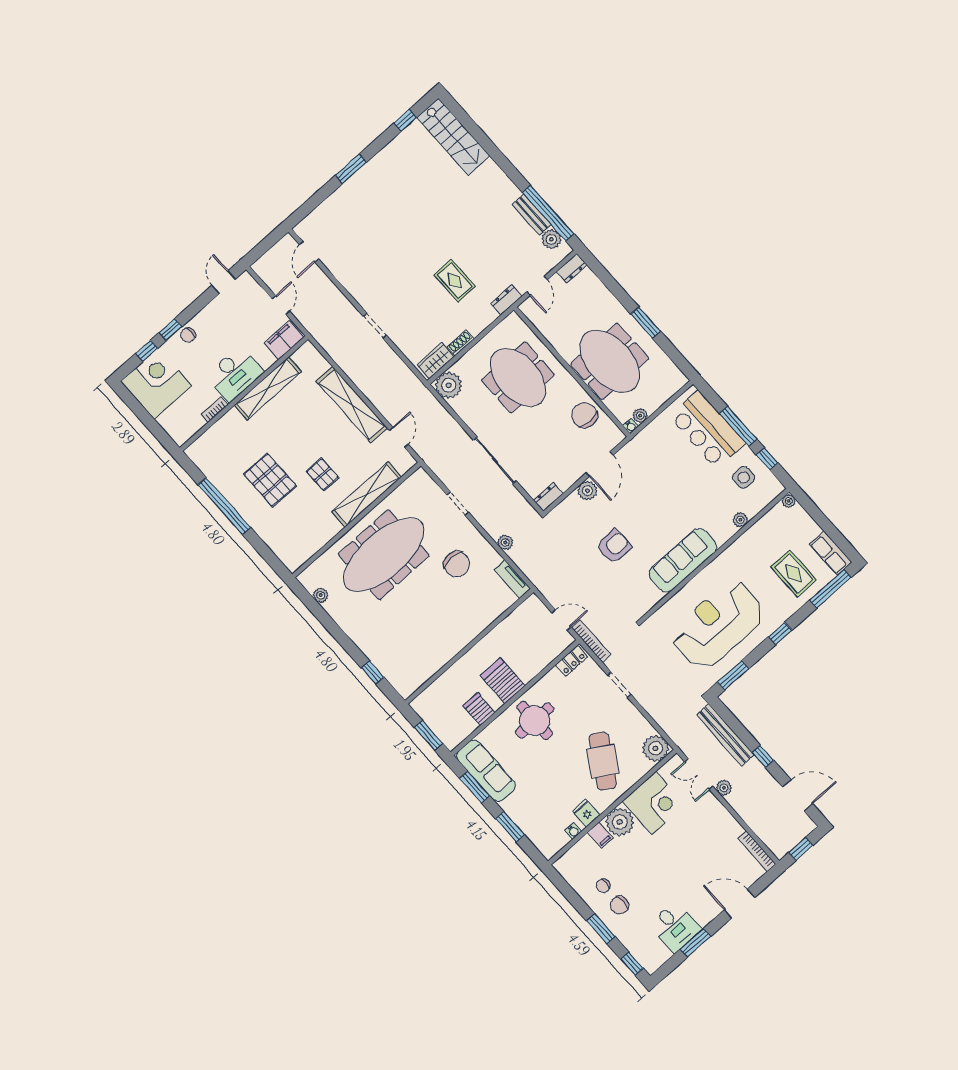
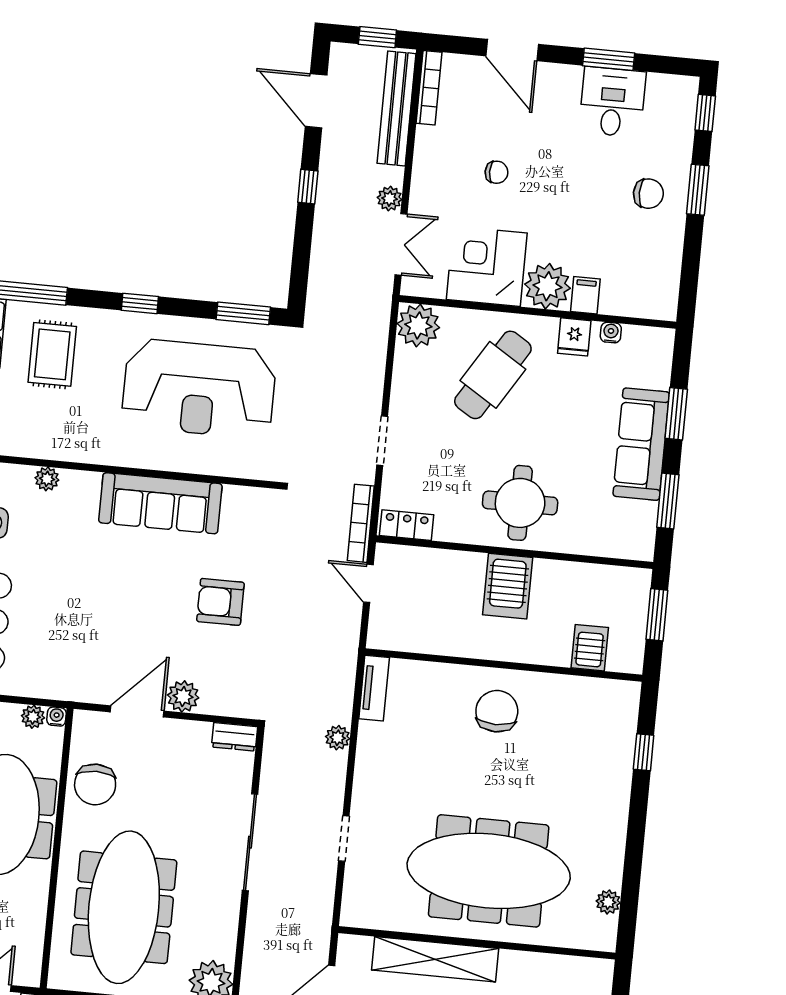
meeting table: (518, 377) -> (124, 907), width x1.36
chair: (457, 564) -> (497, 711), moved
server rack: (479, 709) -> (590, 648), moved, turned 180
bench: (725, 735) -> (396, 108), moved
sofa: (486, 771) -> (641, 444), moved
chair: (603, 886) -> (497, 172), moved

